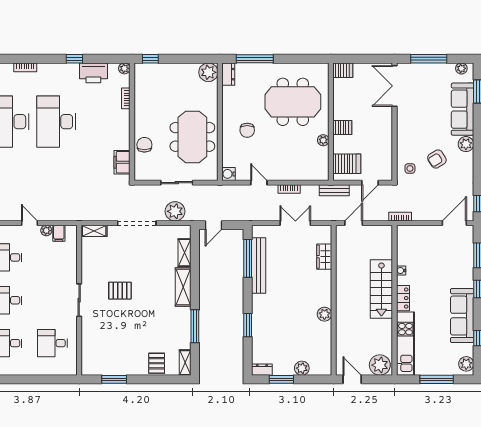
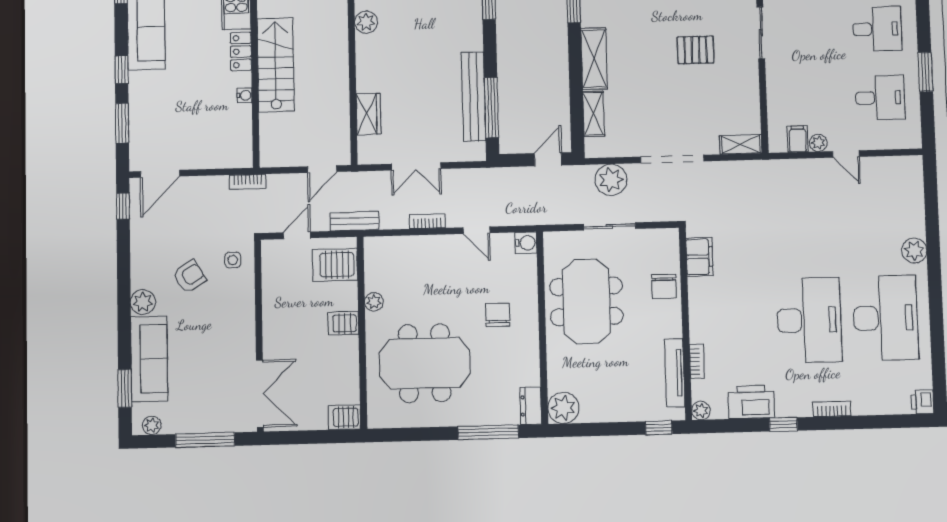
bookcase: (25, 67) -> (832, 409), moved
tv unit: (140, 92) -> (675, 373), added

